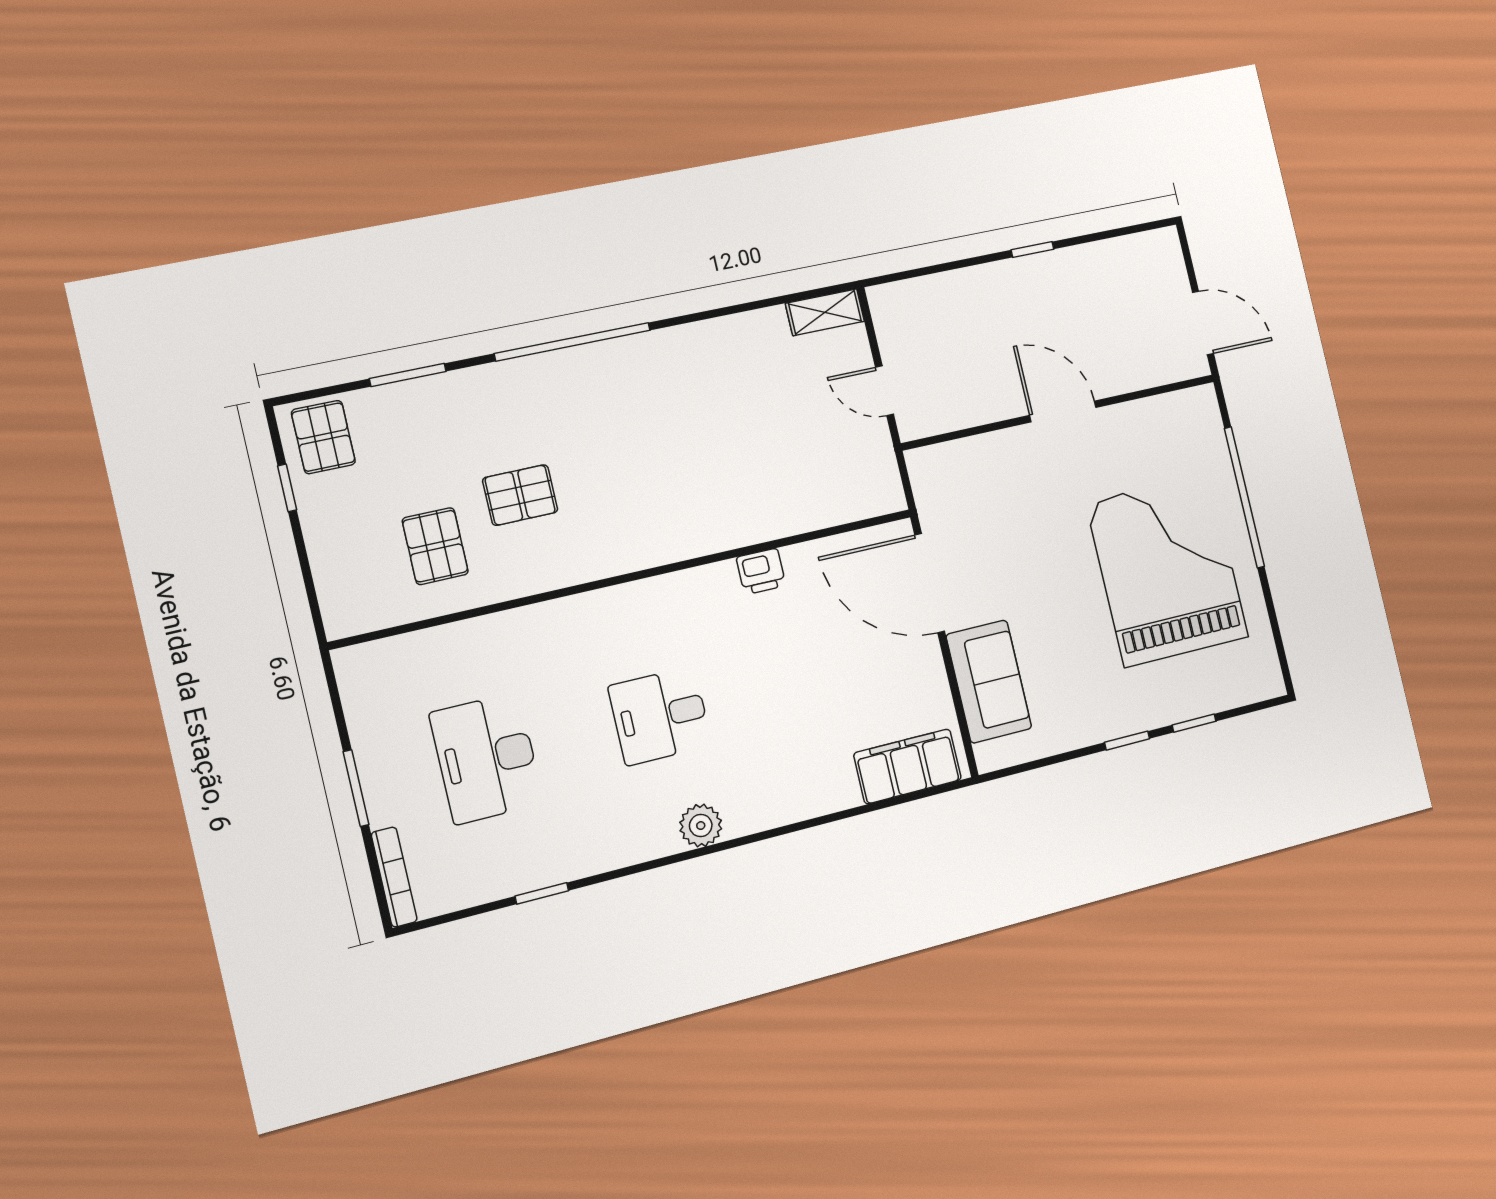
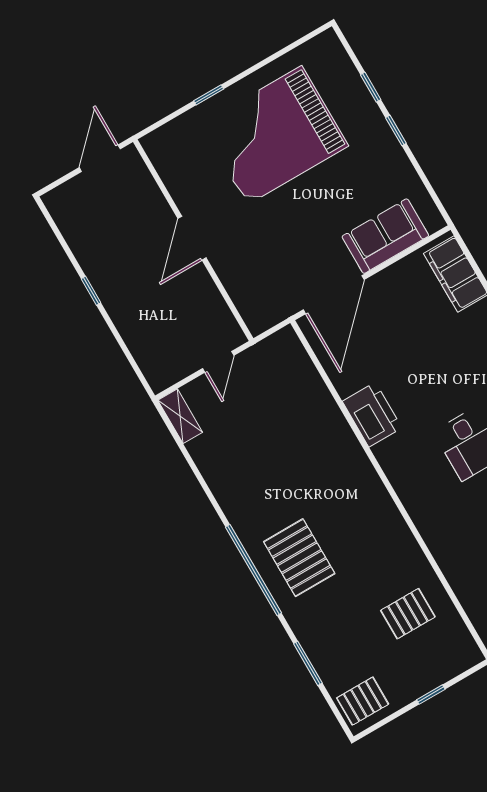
window: (287, 488) -> (431, 694), moved
pallet: (520, 495) -> (299, 558), moved, width x1.50, depth x1.42
window: (1244, 497) -> (209, 95), width x0.32
printer: (761, 571) -> (372, 415), width x1.87, depth x1.48

